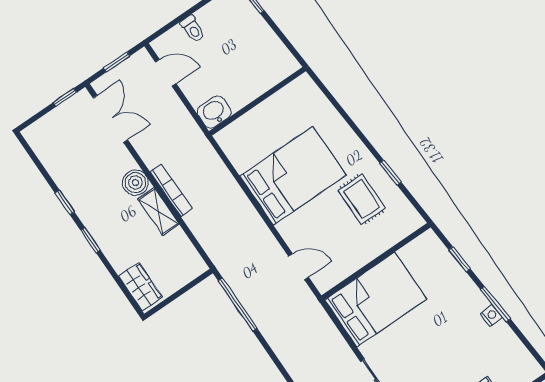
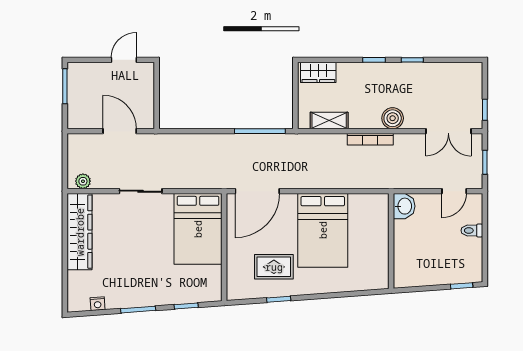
shelving: (158, 211) -> (329, 120), moved
door: (298, 267) -> (257, 191), width x1.88
nightstand: (491, 316) -> (98, 304), moved

